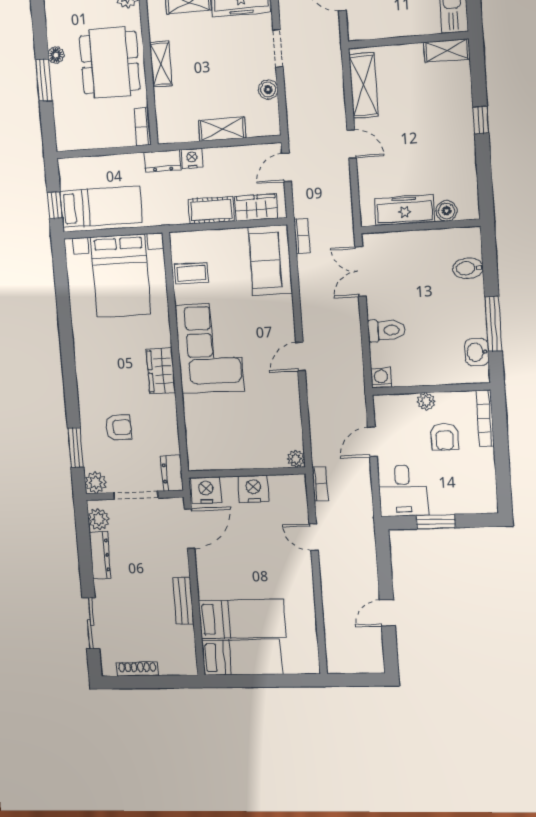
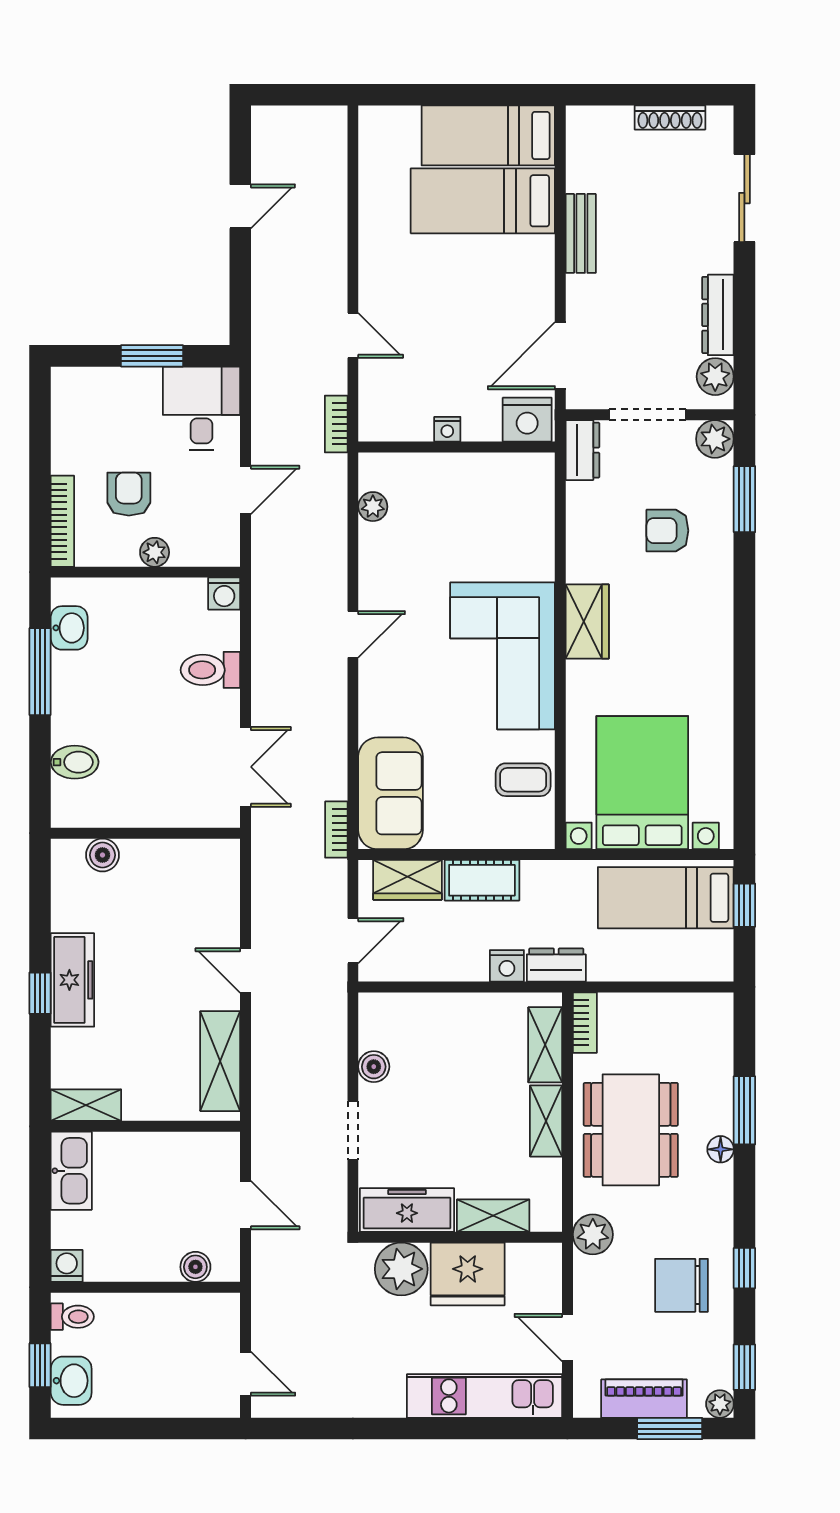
shelving: (222, 129) -> (545, 1045), moved, turned 90
freezer: (405, 210) -> (72, 980), moved, turned -90
plant: (296, 459) -> (373, 507), moved
nightstand: (253, 489) -> (447, 429), width x0.53, depth x0.56

